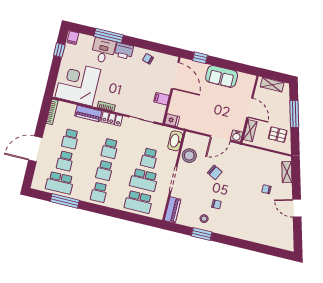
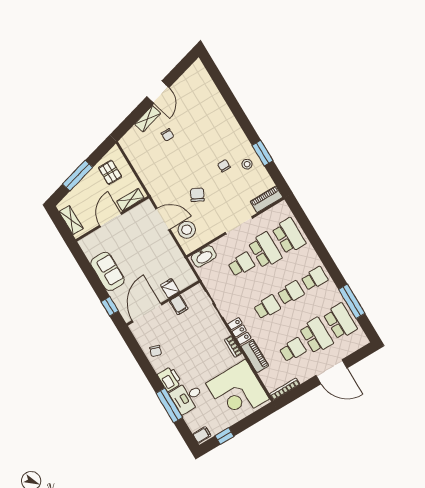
fridge: (172, 120) -> (170, 288), moved
water cooler: (237, 136) -> (147, 207), removed
stool: (189, 156) -> (187, 230), moved
school desk: (65, 161) -> (316, 336), width x1.85
shelving: (287, 172) -> (148, 119), moved

